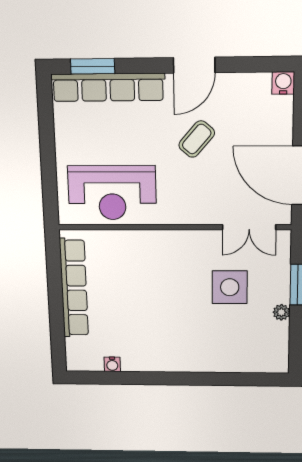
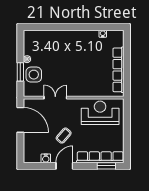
water cooler: (283, 83) -> (46, 158), moved
double door: (249, 227) -> (55, 98), moved
side table: (230, 287) -> (34, 75), moved

